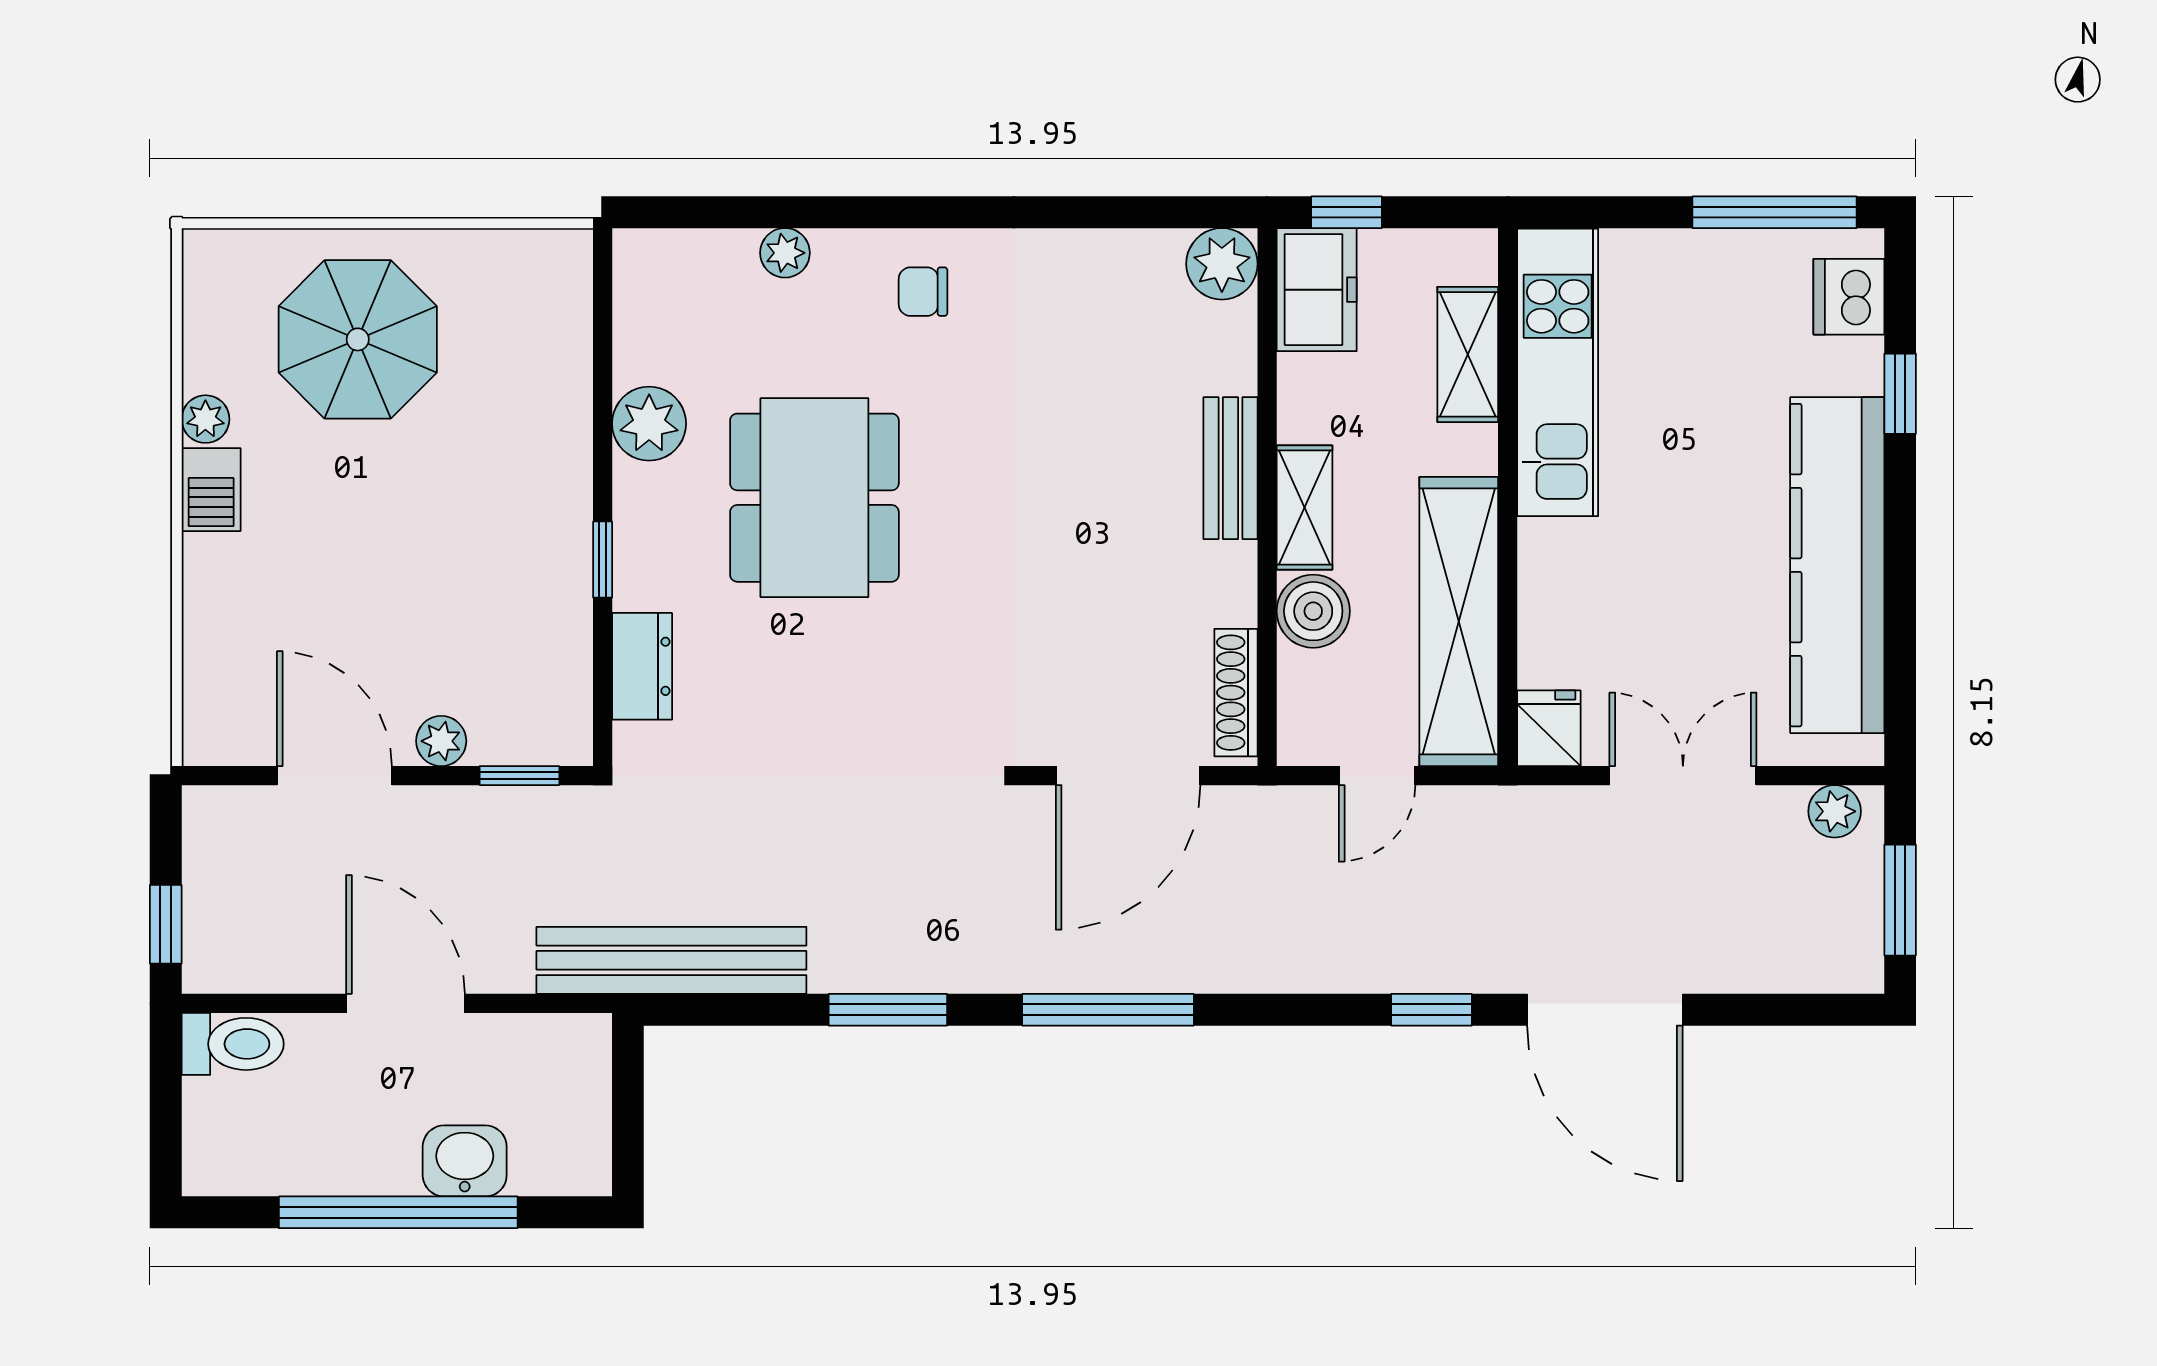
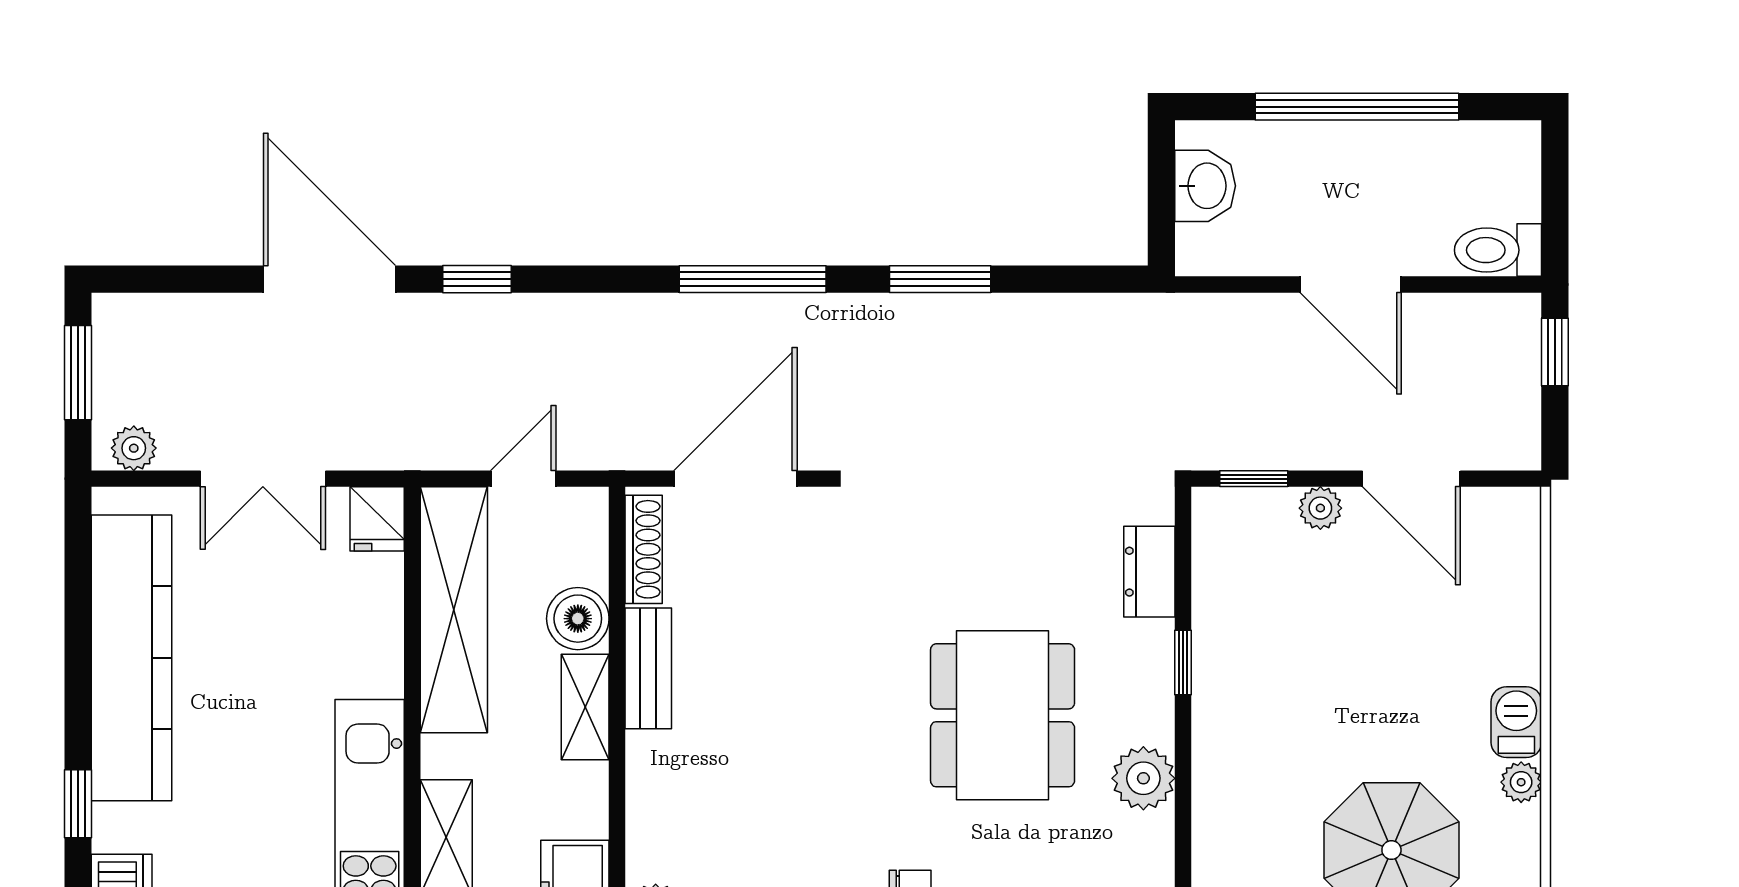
bench: (1231, 468) -> (648, 668), moved
bench: (671, 960) -> (1124, 321), removed
washbasin: (465, 1161) -> (1205, 186), moved, turned -90

